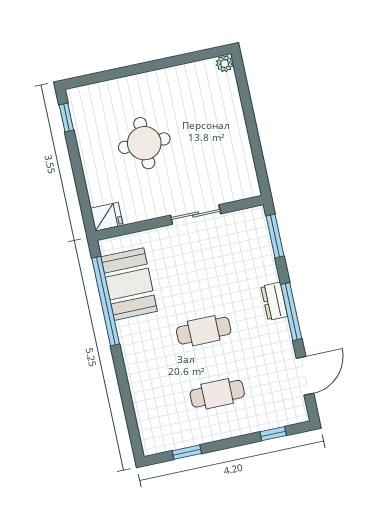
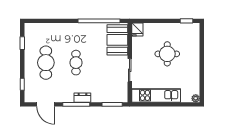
kitchen unit: (236, 148) -> (156, 95), added
booth: (129, 284) -> (117, 40), moved, turned 90
cafe table: (217, 394) -> (46, 63), width x1.37, depth x1.35

